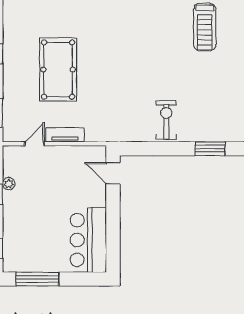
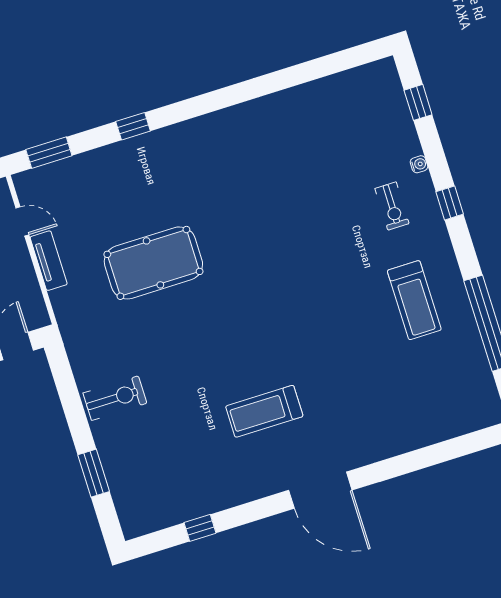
pool table: (58, 70) -> (153, 263), moved

